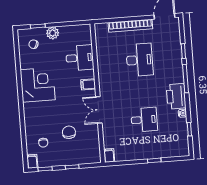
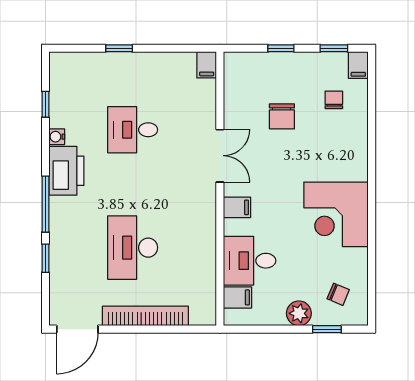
filing cabinet: (84, 39) -> (237, 297), added

